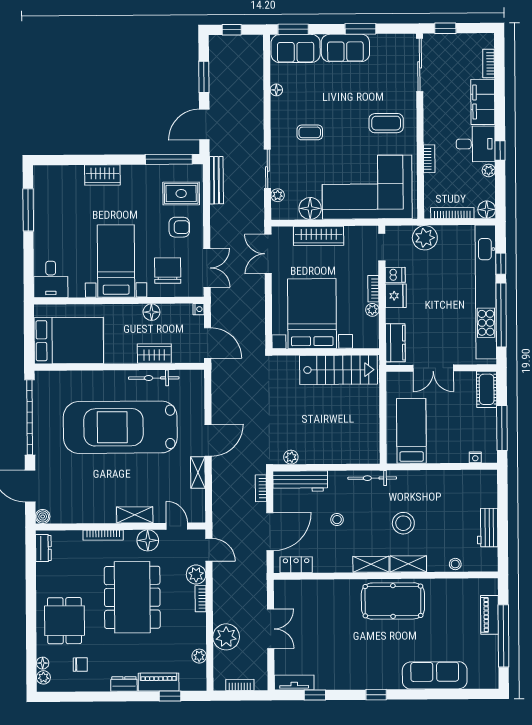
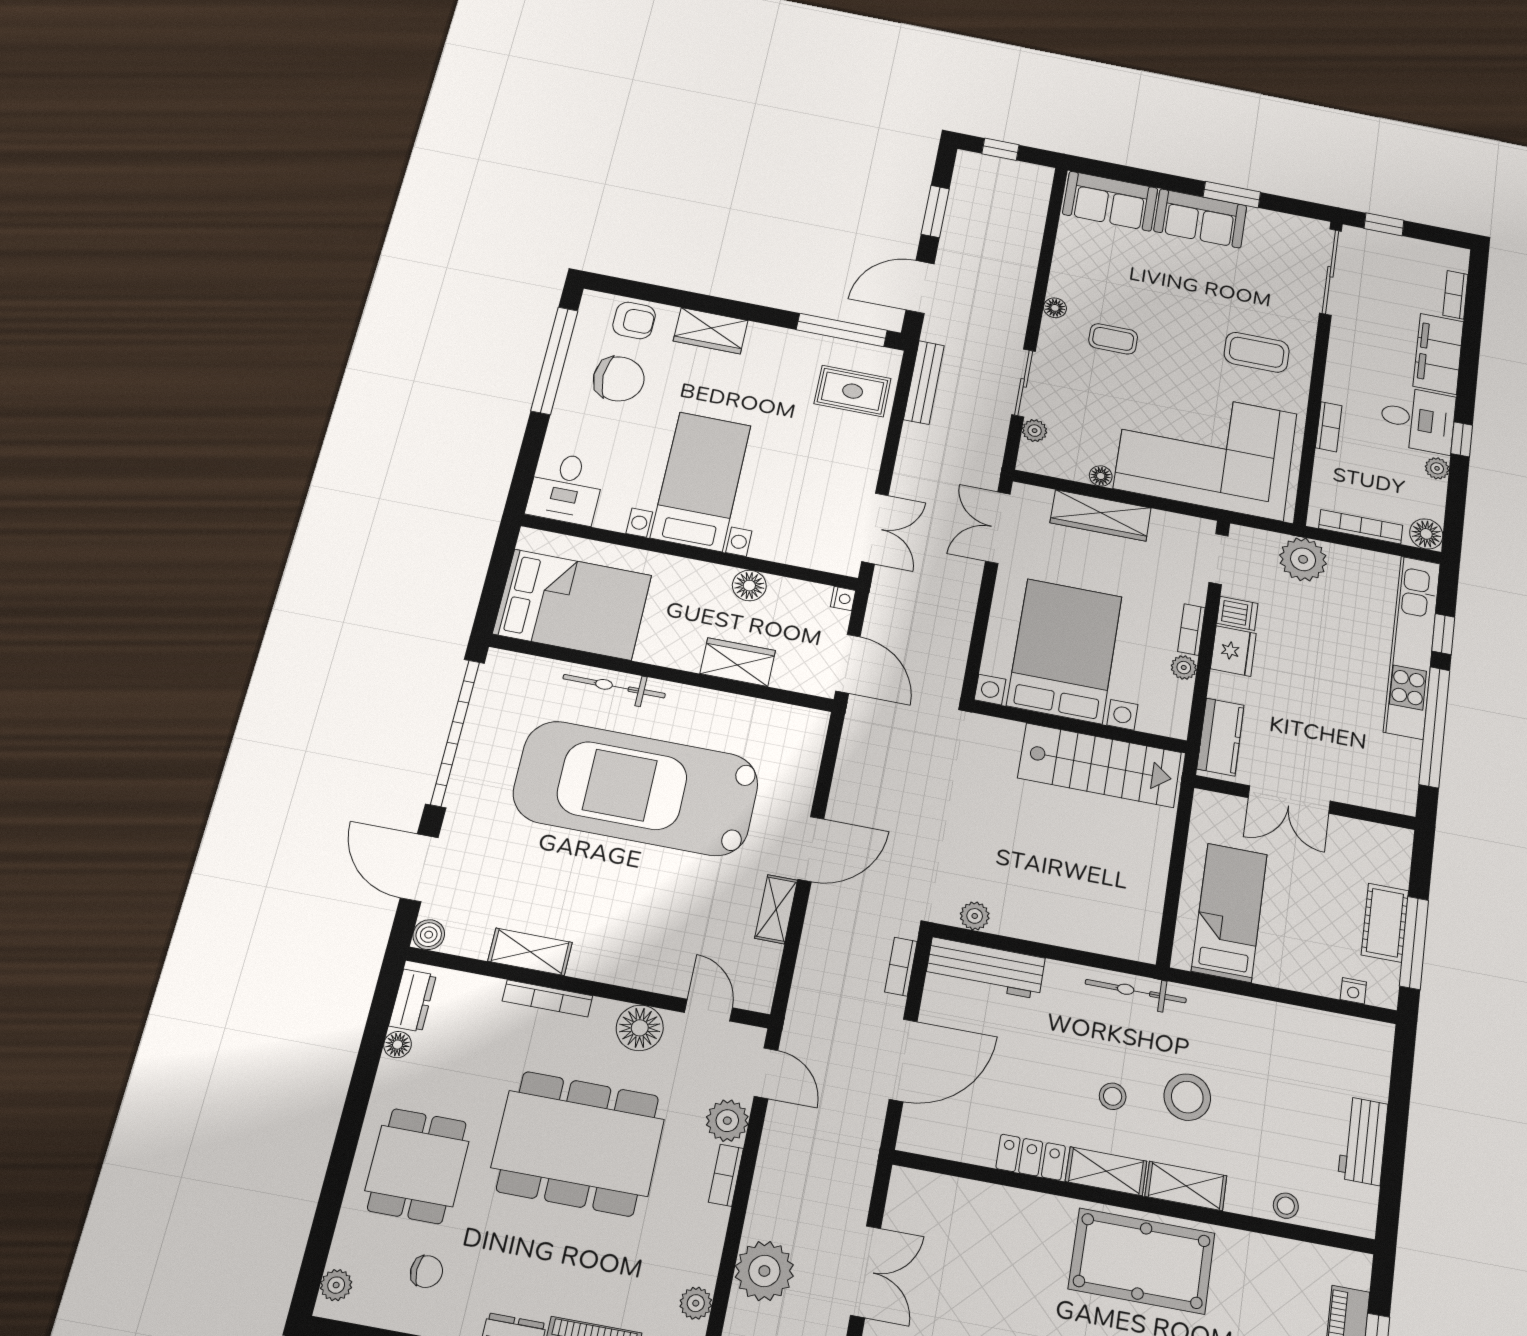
window: (293, 29) -> (1111, 171), removed
floor lamp: (276, 90) -> (1055, 308), moved
floor lamp: (310, 208) -> (1101, 476), width x0.53, depth x0.53
window: (28, 210) -> (554, 360), width x1.46
armchair: (179, 227) -> (634, 320), moved
chair: (168, 271) -> (619, 379), moved, turned 90
kitchen unit: (486, 292) -> (1412, 647), width x0.73
bicycle: (154, 378) -> (614, 686), moved
cot: (487, 389) -> (1385, 923), moved
shelving: (135, 515) -> (530, 952), moved
stool: (337, 520) -> (1113, 1096), moved
locker: (296, 565) -> (1031, 1157), moved
dining table: (132, 597) -> (578, 1143), turned 90
floor lamp: (43, 663) -> (398, 1045), moved

